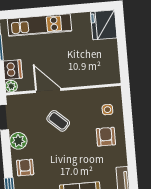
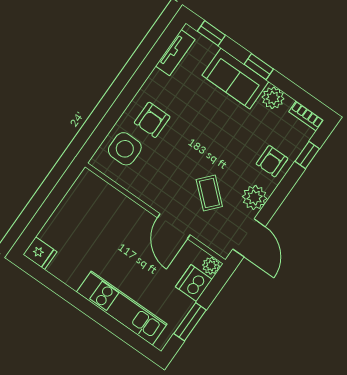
fridge: (104, 25) -> (40, 253), width x0.53, depth x0.75
side table: (107, 110) -> (125, 149), width x1.87, depth x1.87
coffee table: (58, 121) -> (209, 193), moved

